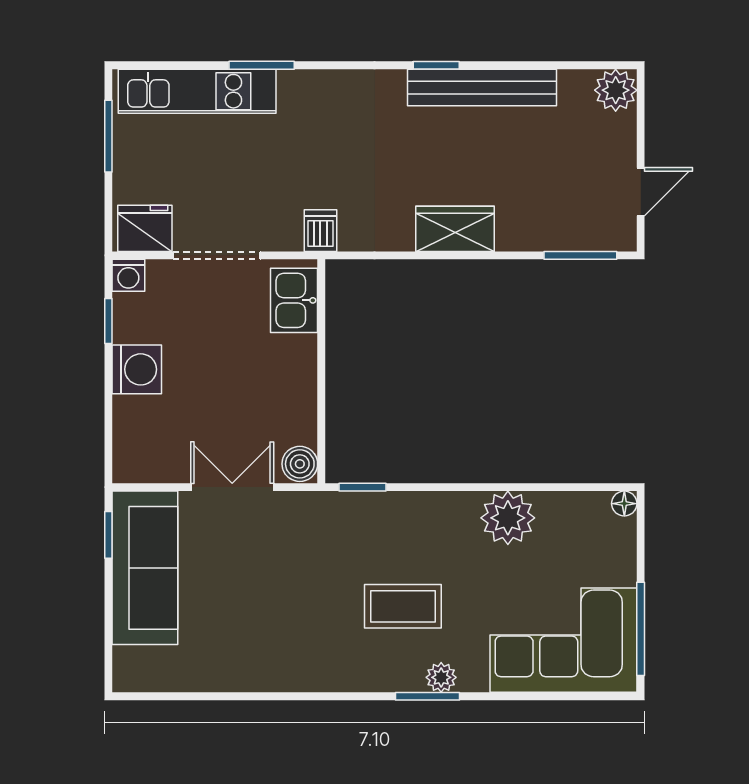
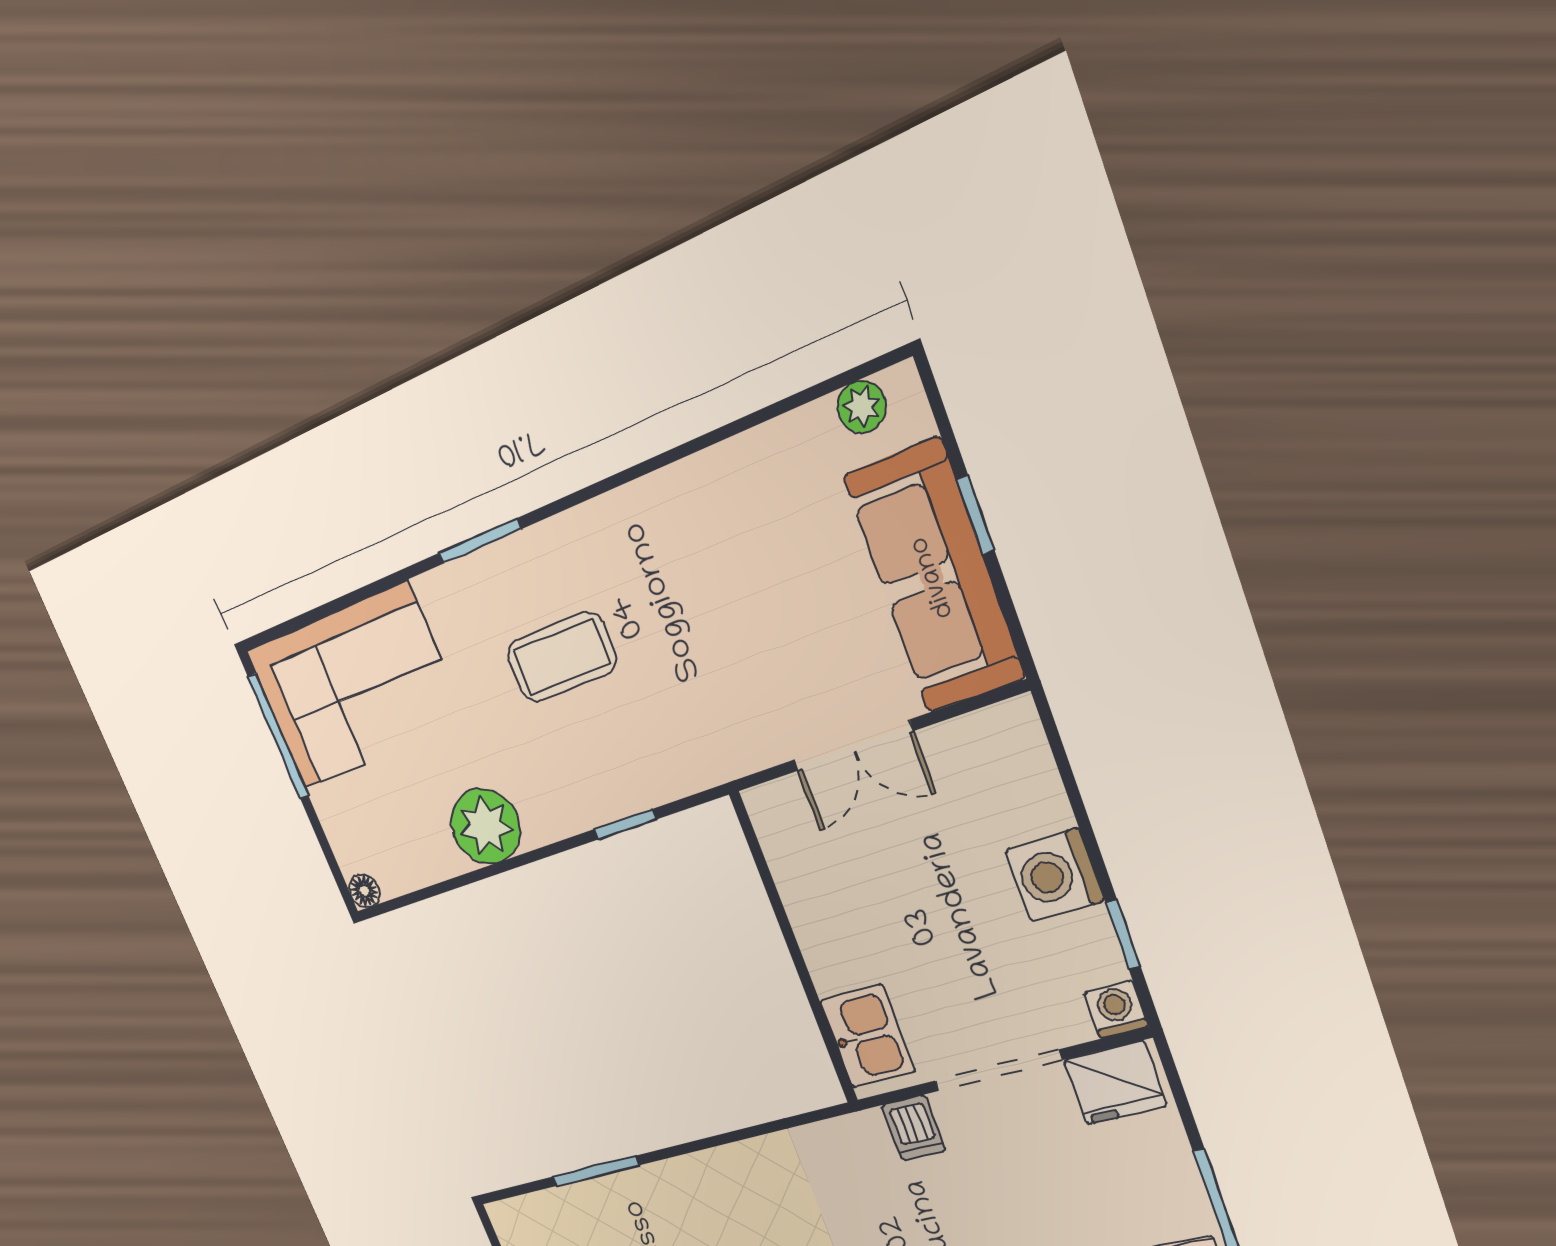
wardrobe: (455, 229) -> (700, 1182), removed
dishwasher: (320, 231) -> (914, 1128), moved
window: (580, 255) -> (596, 1171), moved
boiler: (300, 464) -> (773, 811), removed
window: (362, 487) -> (625, 824), moved
window: (108, 535) -> (975, 515), moved
plant: (441, 677) -> (862, 407), moved

